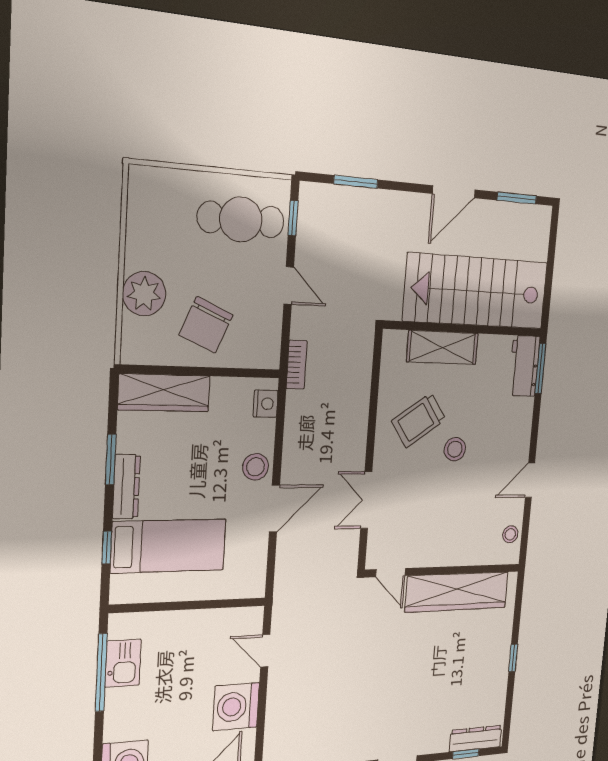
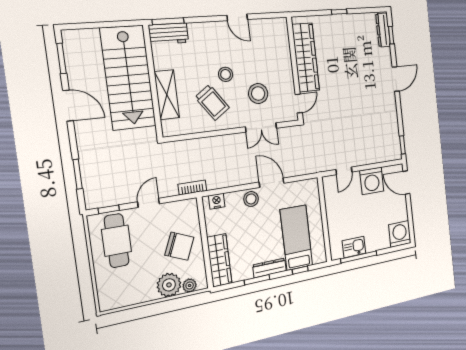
plant: (133, 331) -> (190, 285), added
stool: (510, 534) -> (258, 94), moved, width x1.89, depth x1.89

